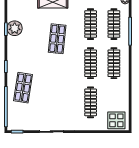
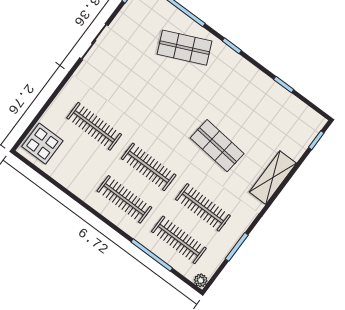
plant: (15, 28) -> (276, 97), removed
shop shelf: (23, 88) -> (185, 48), turned -33

